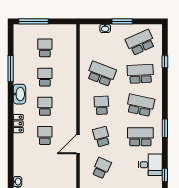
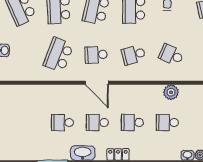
school desk: (45, 48) -> (167, 123), moved
door: (78, 144) -> (97, 83), moved
plant: (70, 168) -> (171, 92), added

